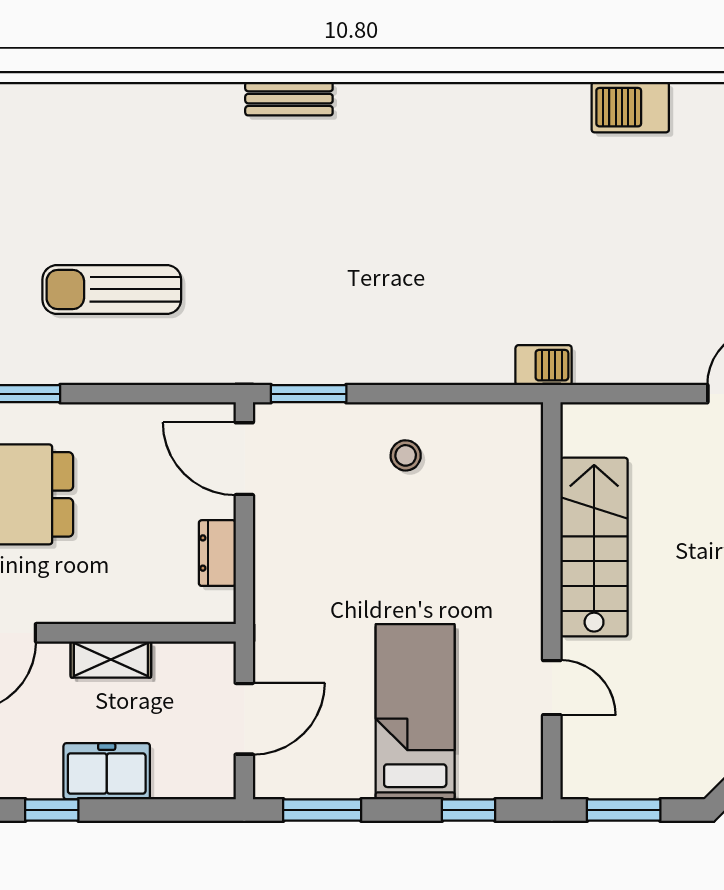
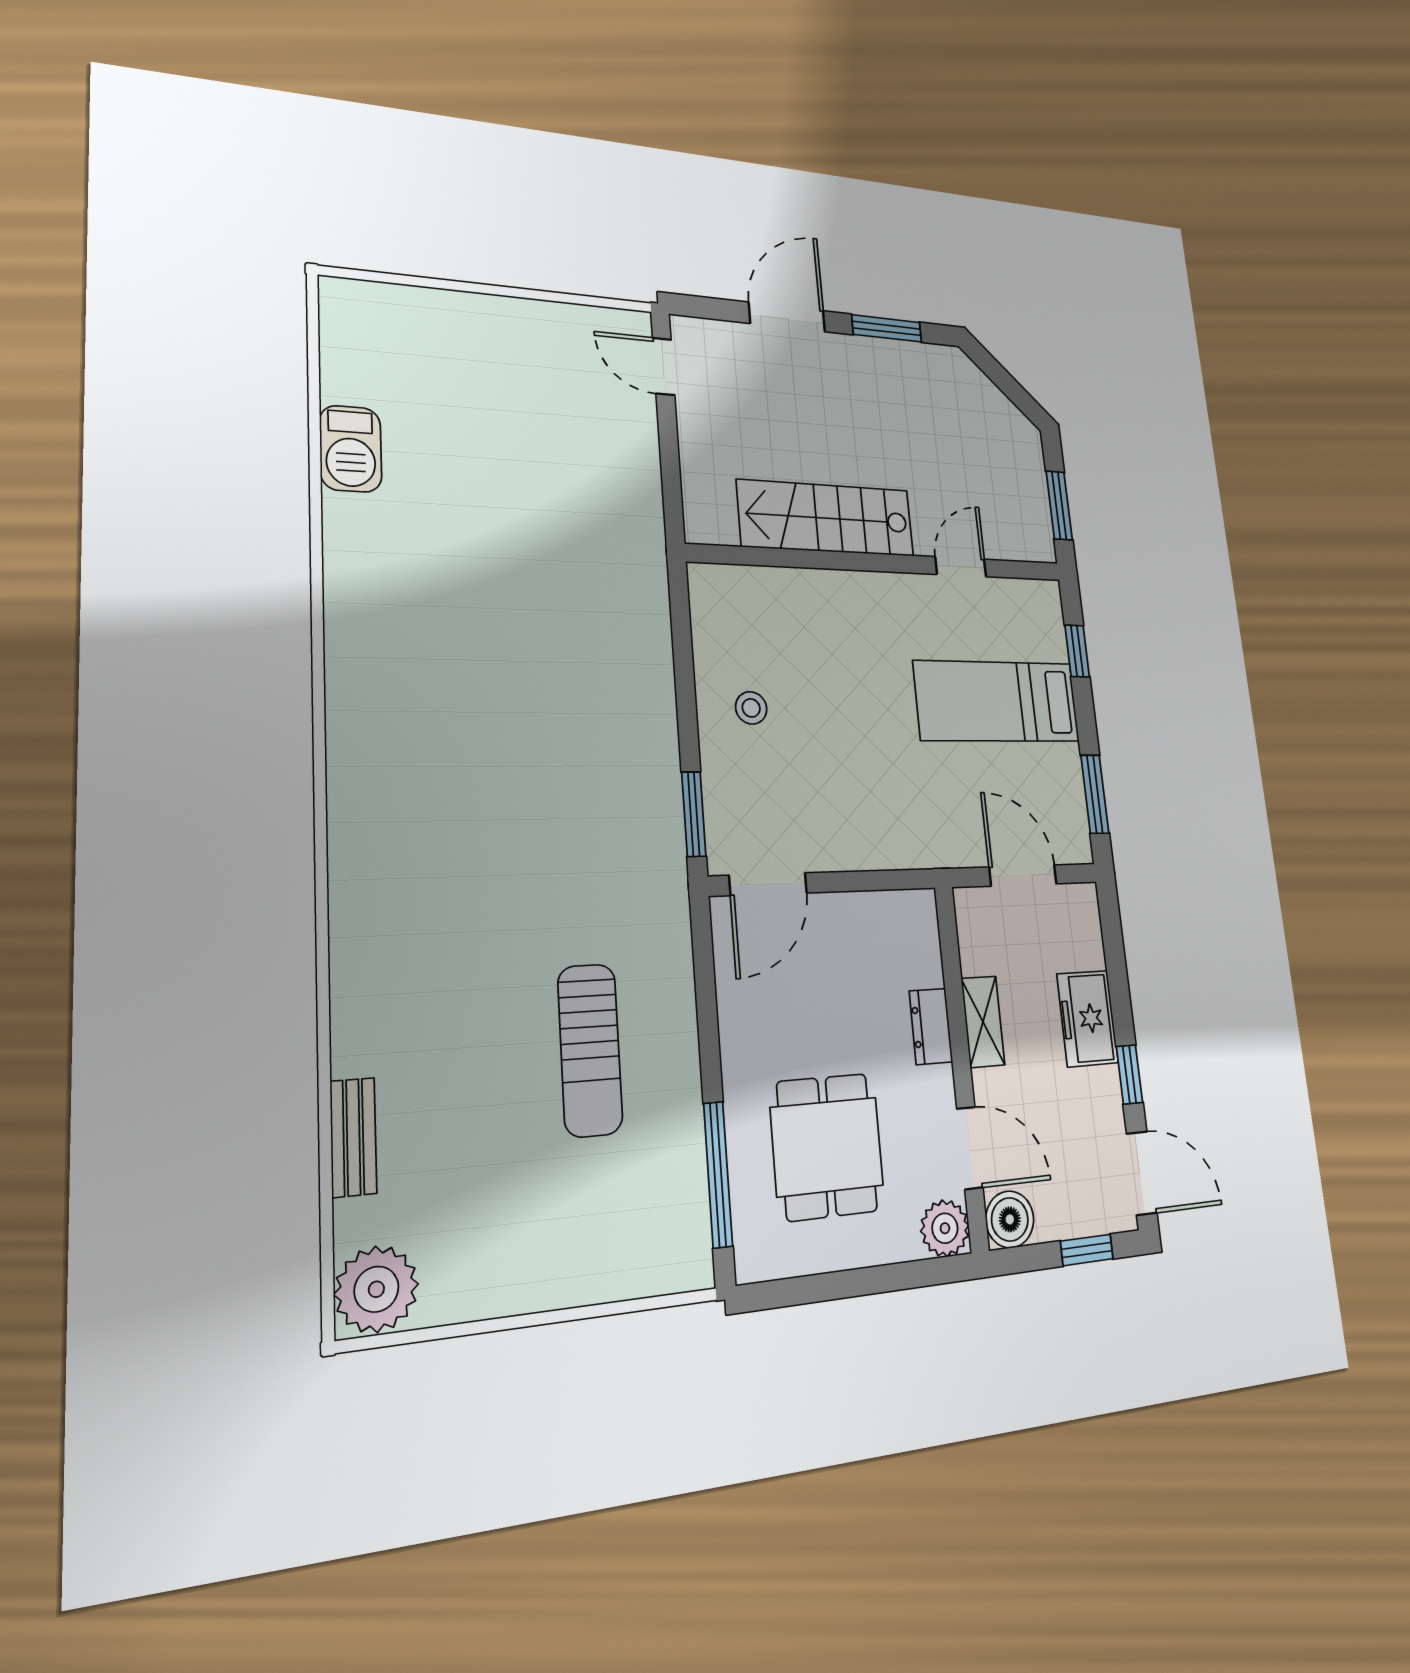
bench: (289, 99) -> (353, 1137), moved
barbecue: (544, 365) -> (647, 559), removed
dresser: (217, 553) -> (931, 1026), moved, turned 90

